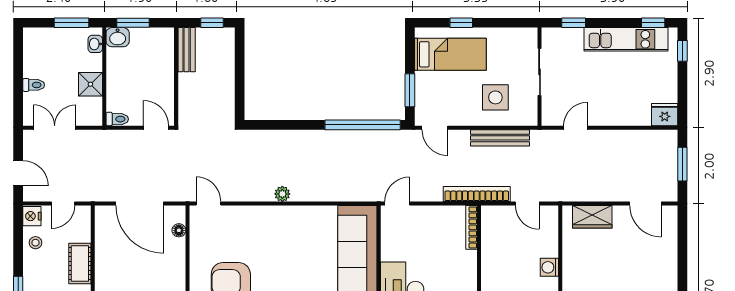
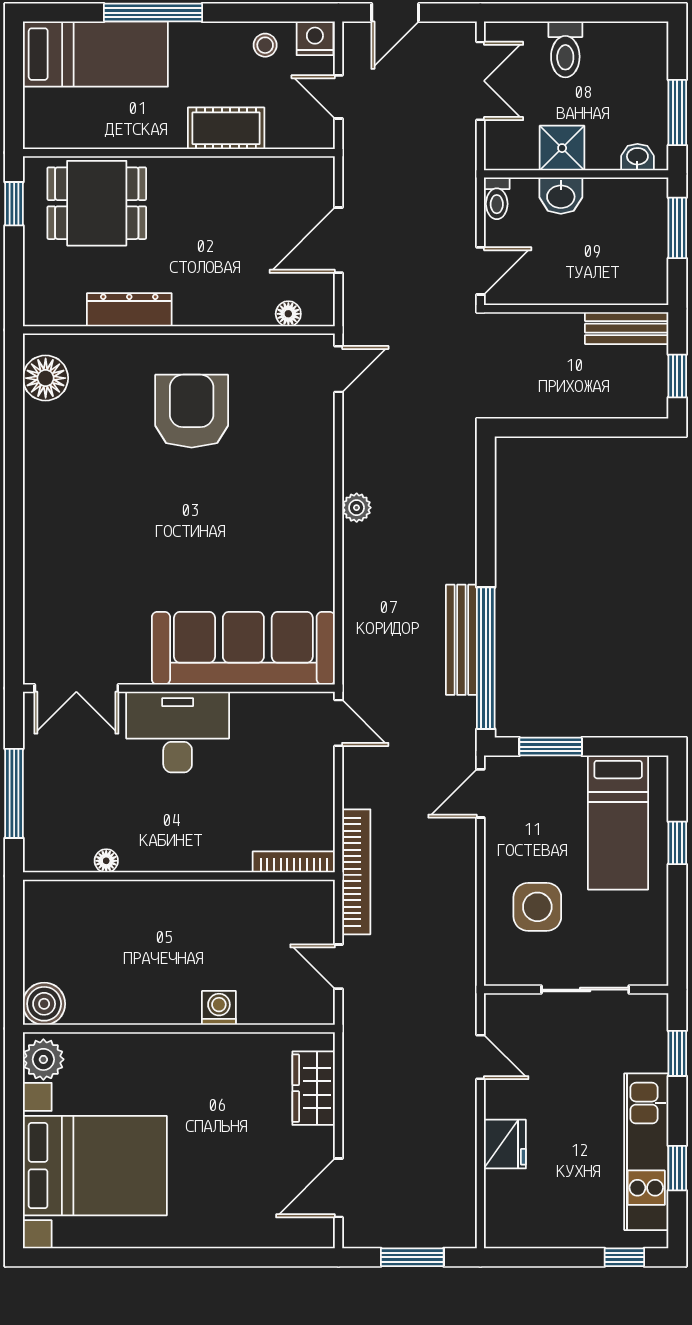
window: (653, 23) -> (677, 1168), moved
washbasin: (118, 37) -> (561, 196), moved, turned -90
toilet: (34, 85) -> (565, 49), width x1.37, depth x1.39
fridge: (665, 115) -> (505, 1144), moved
bench: (500, 138) -> (461, 640), moved
door: (140, 203) -> (339, 240), width x0.73
door: (527, 203) -> (339, 967), hinge flipped

